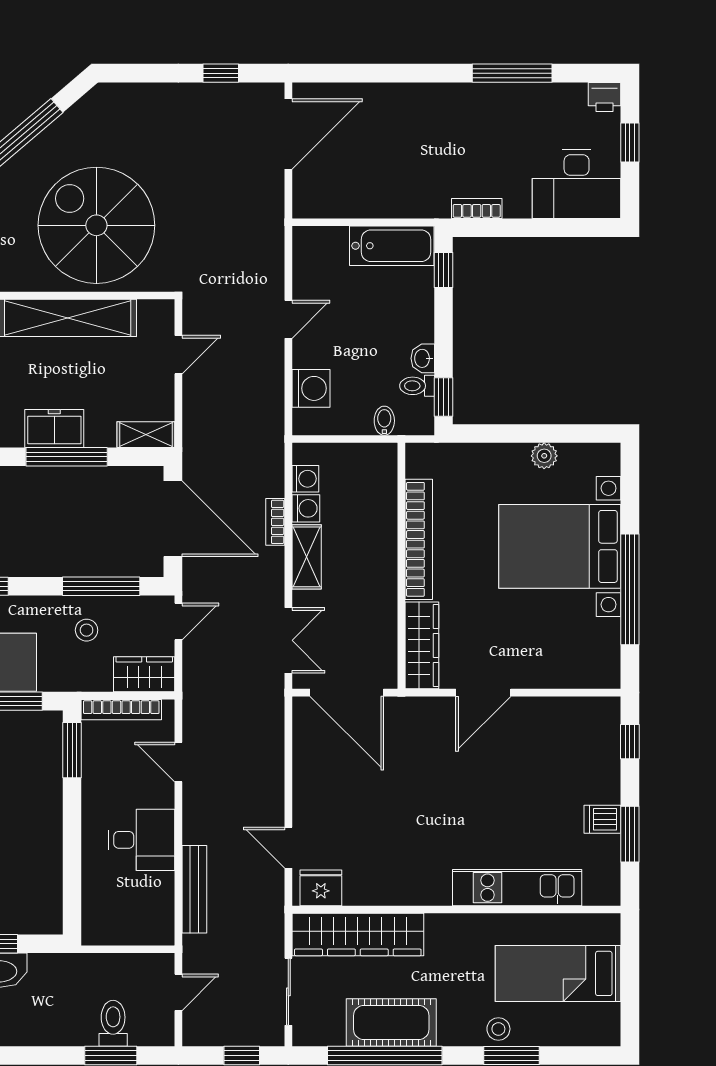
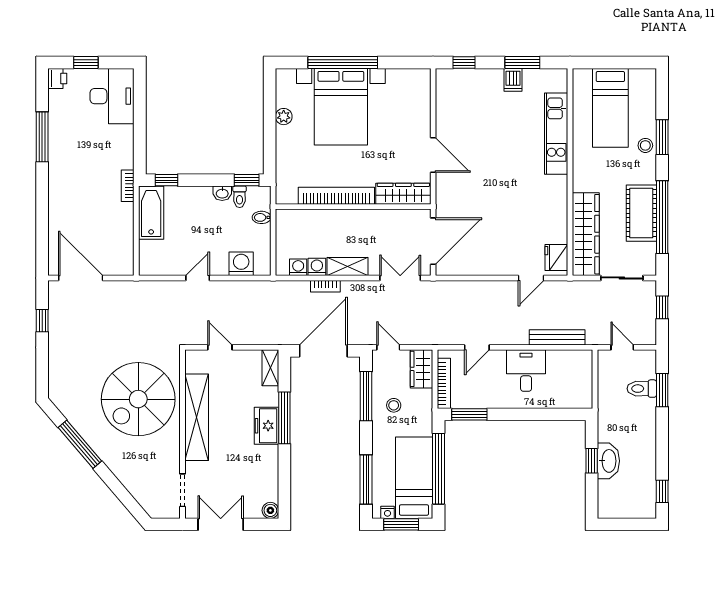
bookcase: (477, 208) -> (128, 186), moved
door: (288, 319) -> (198, 278), hinge flipped
window: (630, 589) -> (343, 62), moved

